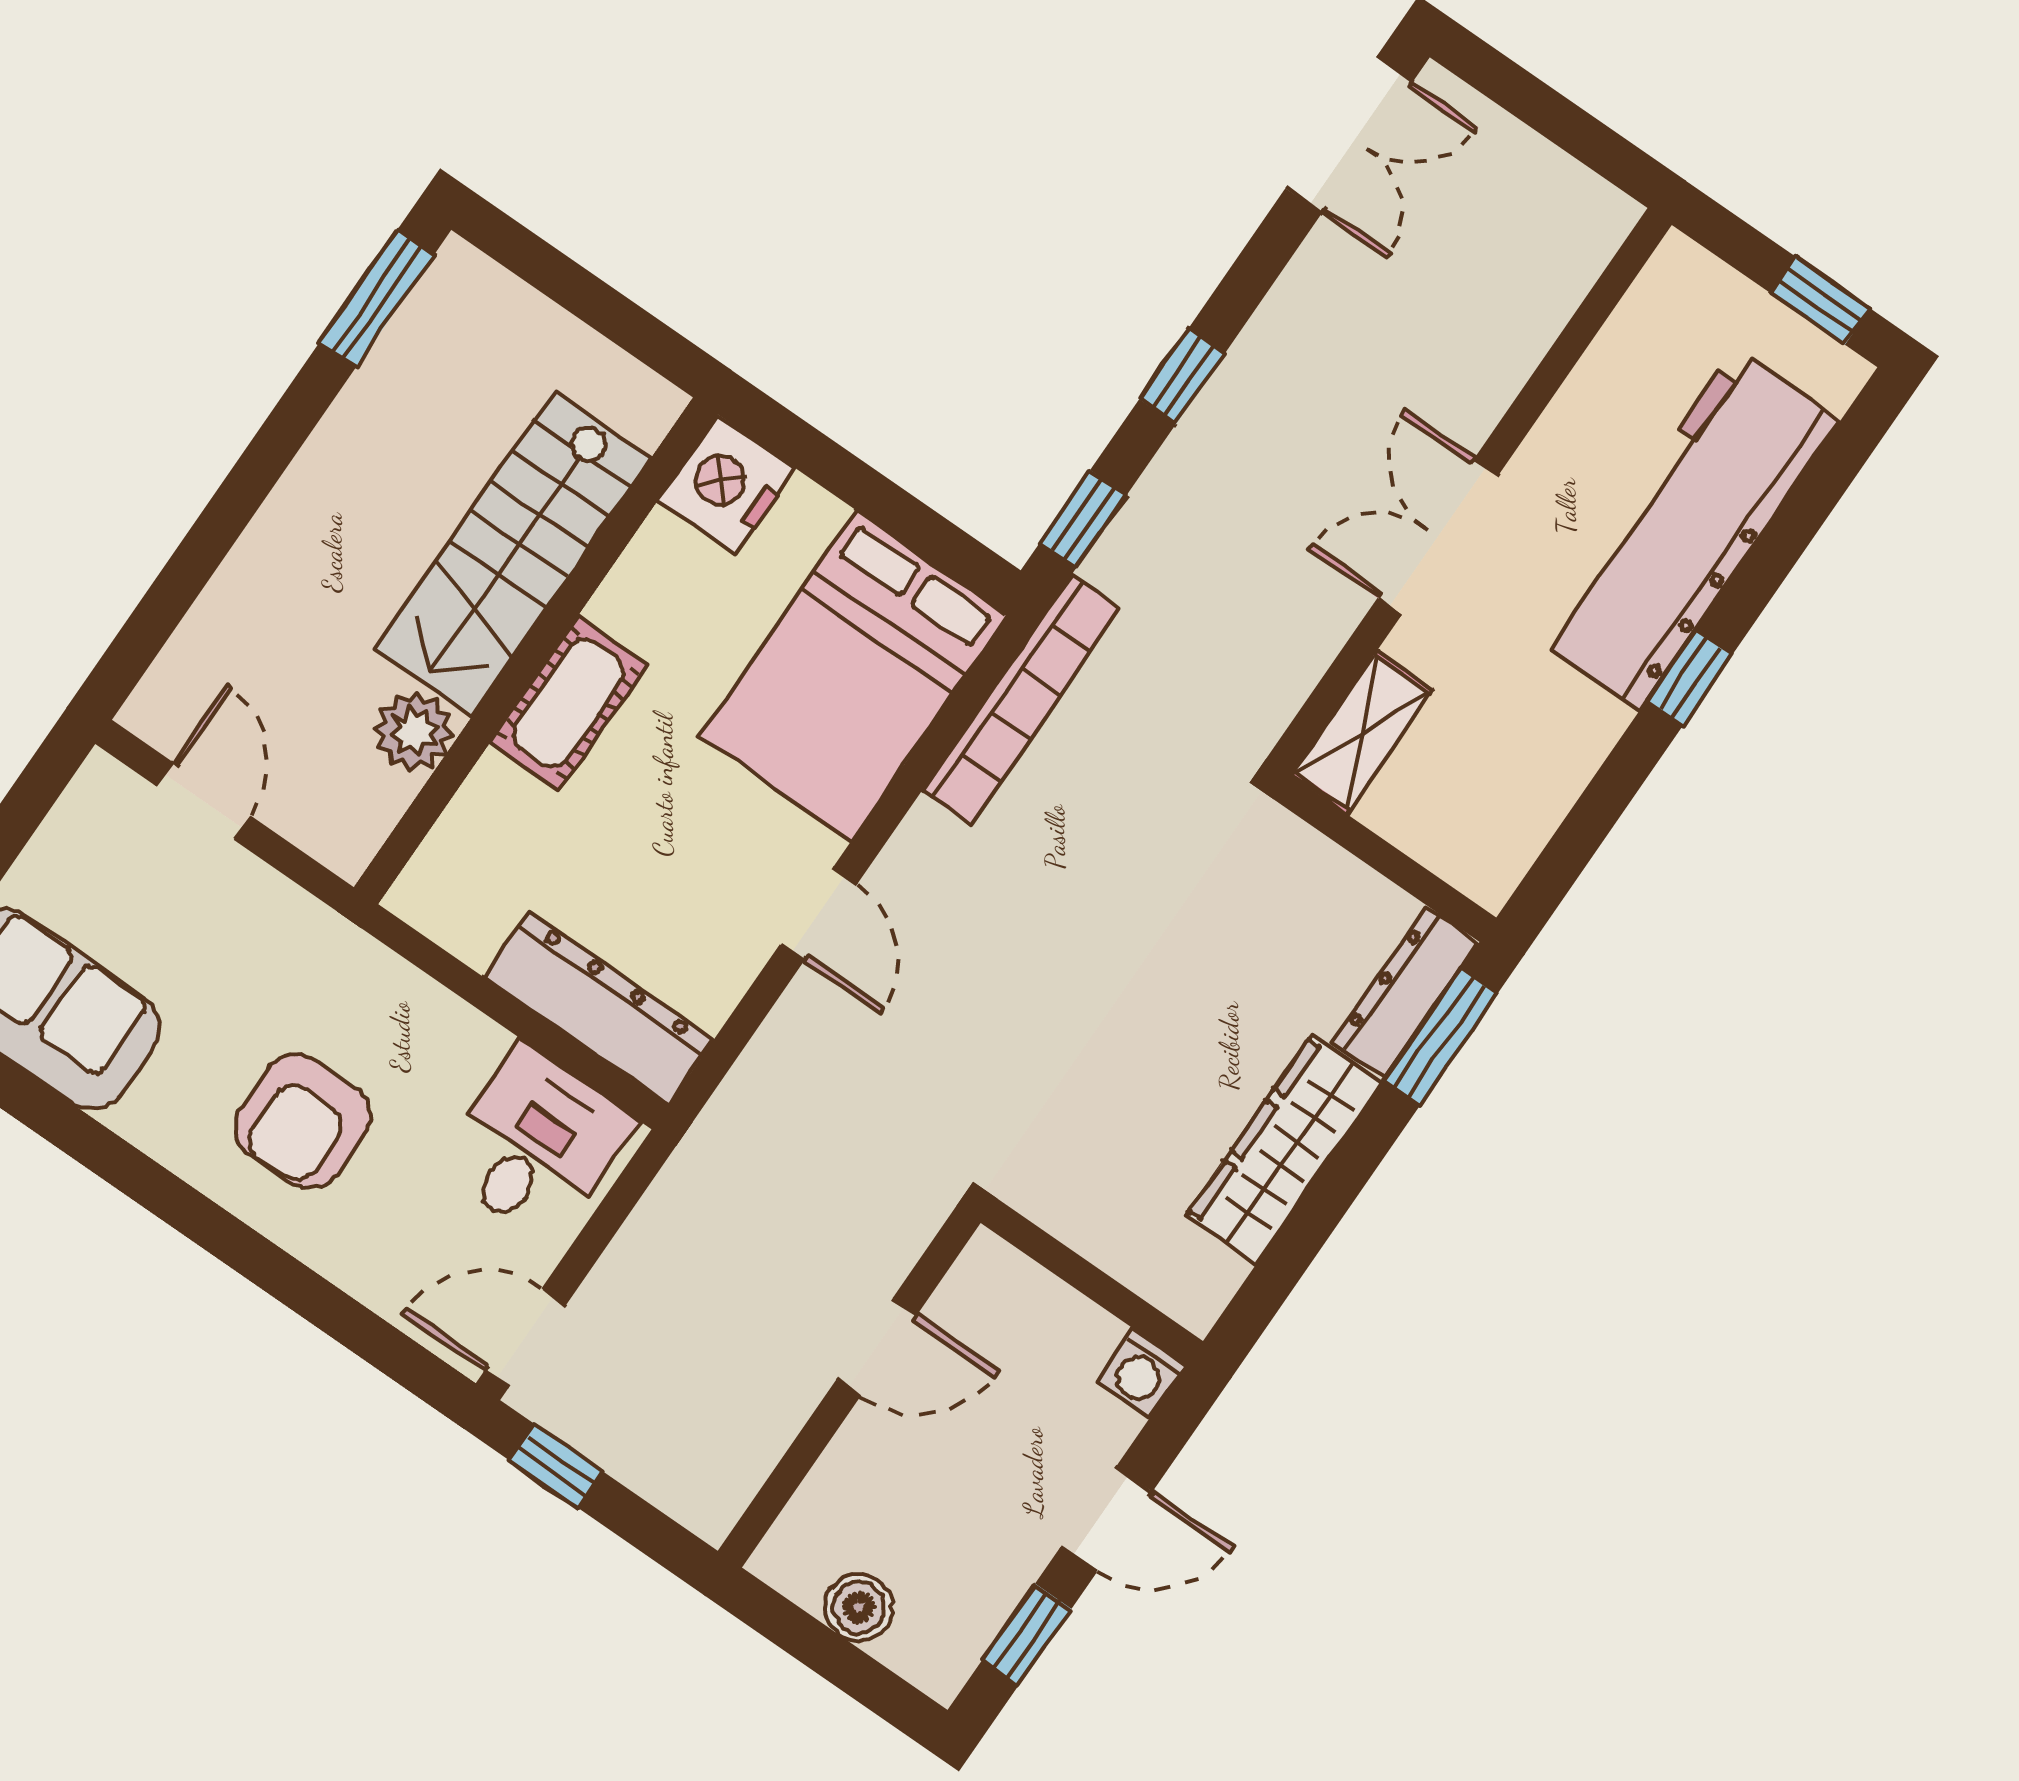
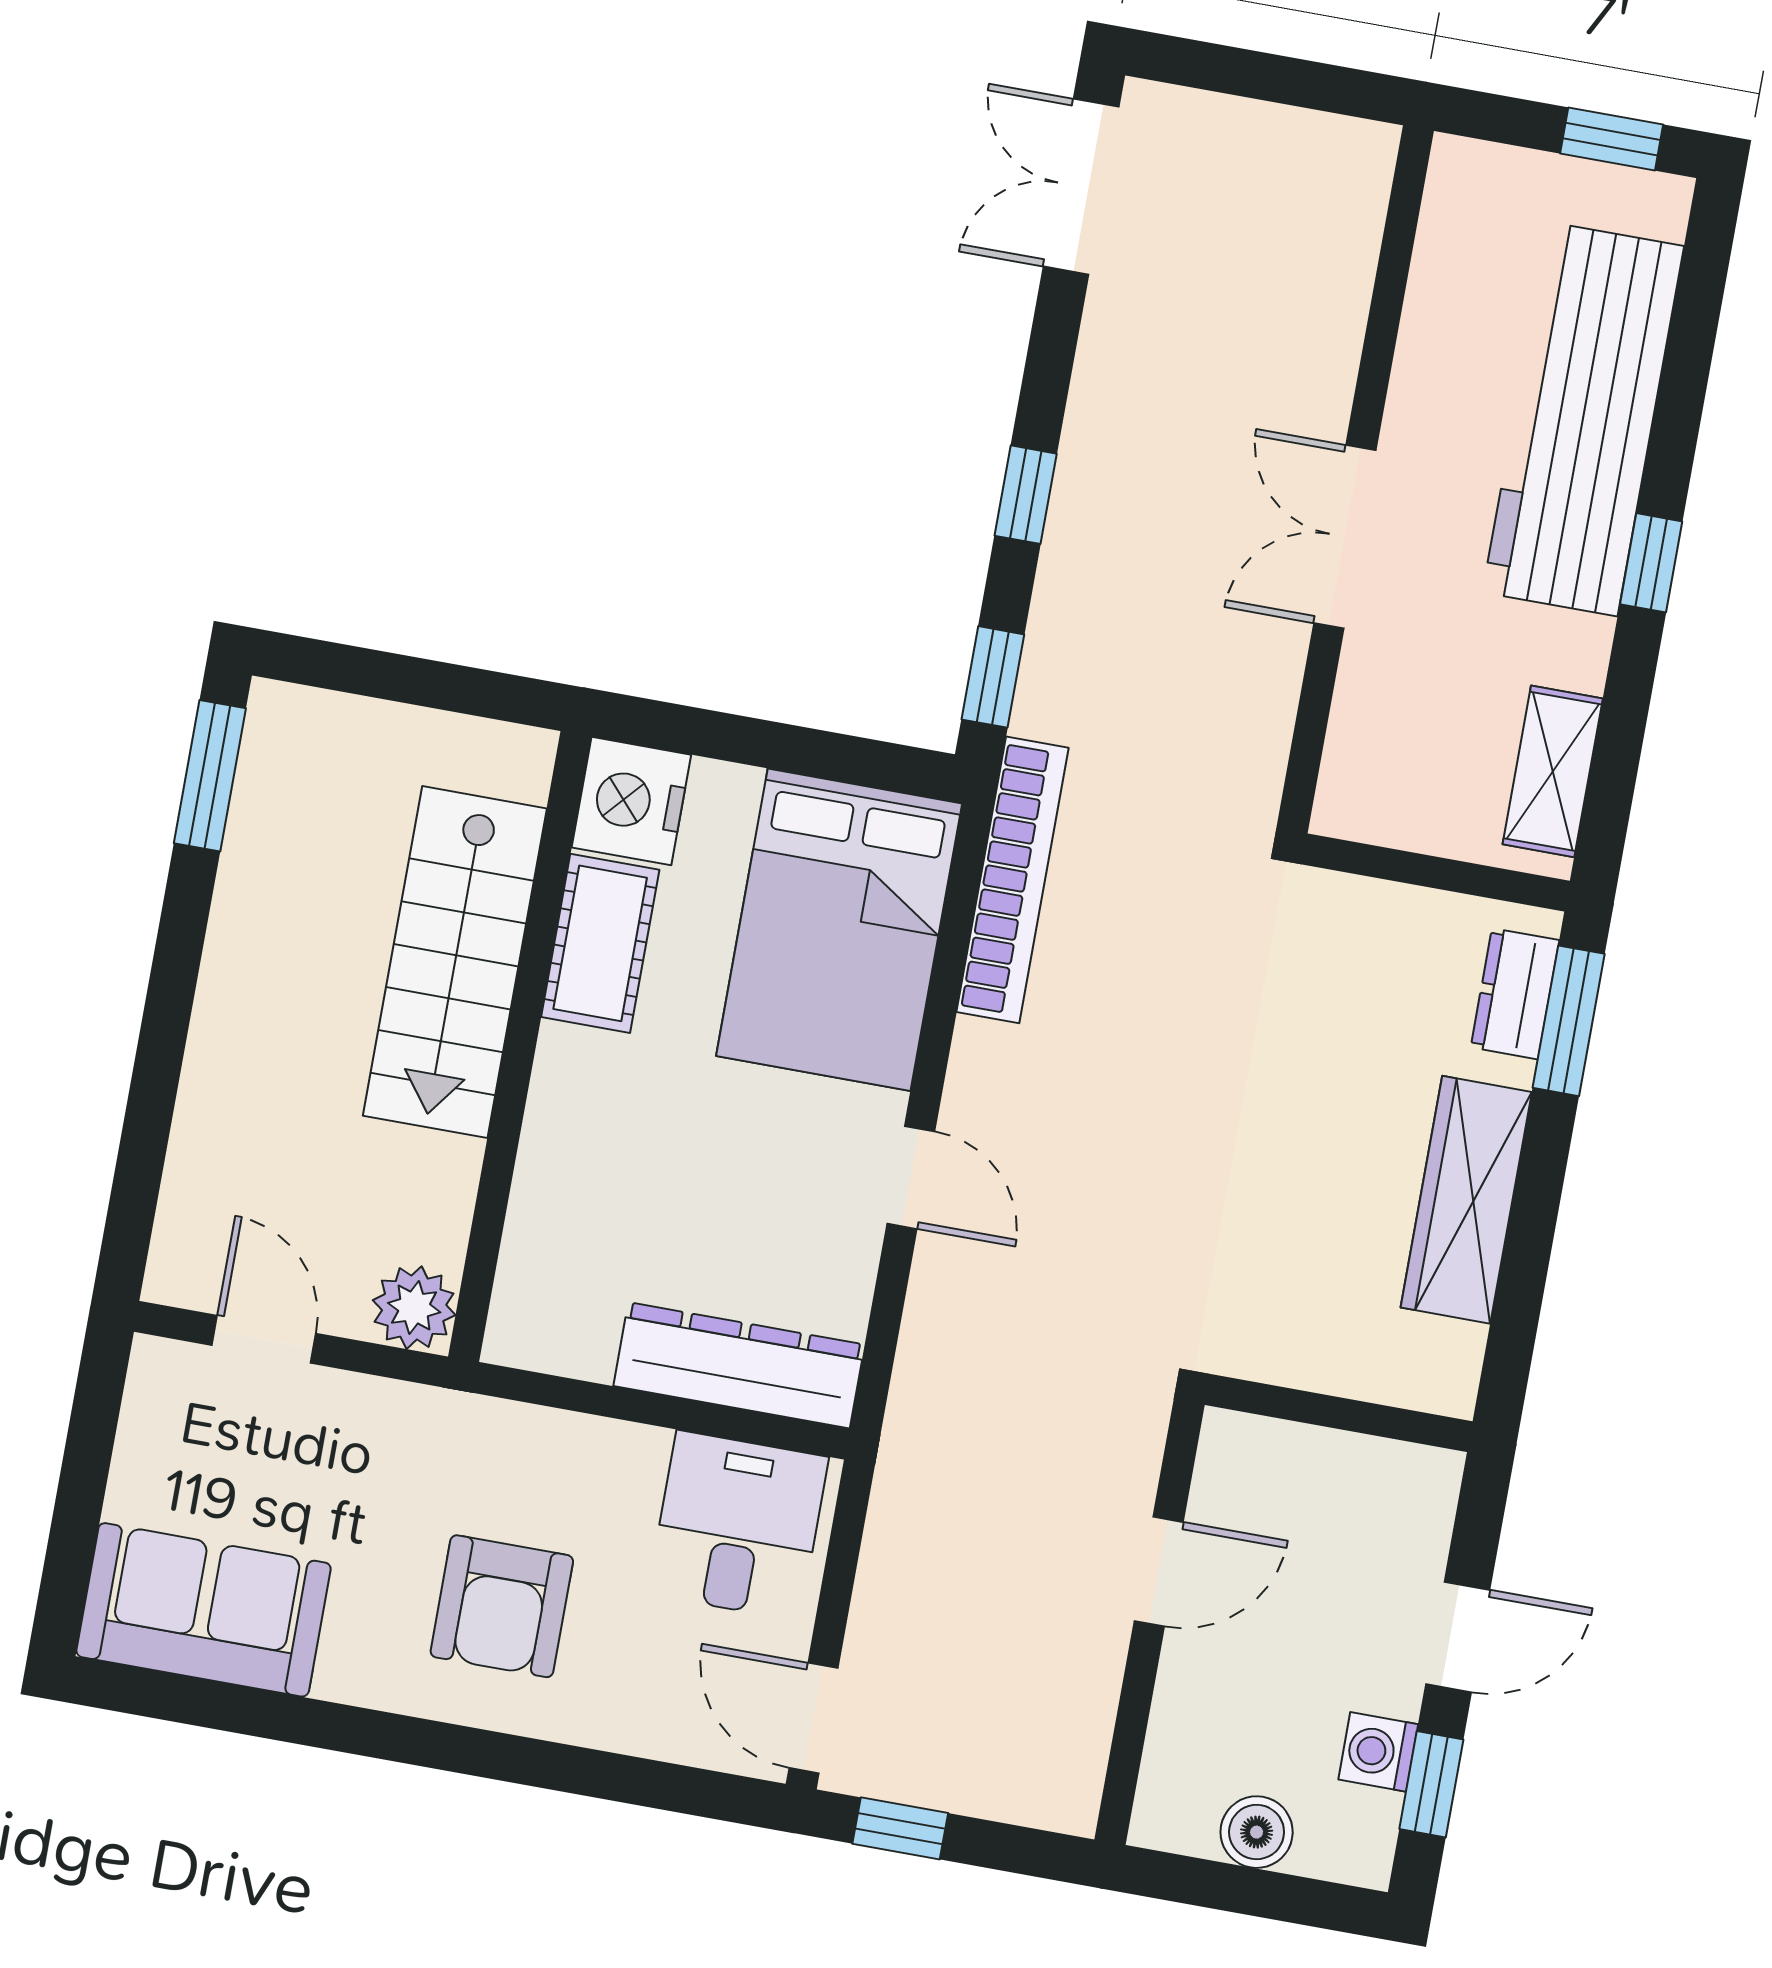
double door: (1349, 135) -> (1081, 187), swing flipped
cot: (569, 703) -> (600, 943), moved
plant: (414, 731) -> (414, 1308), moved
shelving: (1362, 732) -> (1553, 771), moved
dresser: (1405, 993) -> (1515, 994), width x0.70
door: (525, 1338) -> (813, 1718), hinge flipped
washing machine: (1141, 1373) -> (1378, 1752), moved, turned 90

